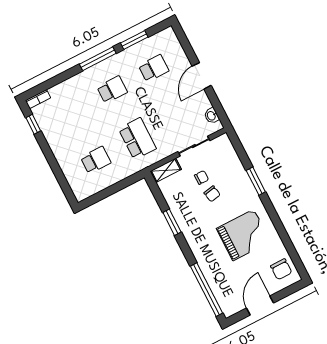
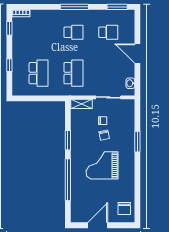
window: (134, 40) -> (117, 7), moved
door: (202, 76) -> (137, 54), hinge flipped
school desk: (96, 160) -> (39, 73), width x1.85
window: (56, 168) -> (9, 65), added
grand piano: (243, 235) -> (102, 165), moved, turned 180
window: (207, 290) -> (68, 180), moved

